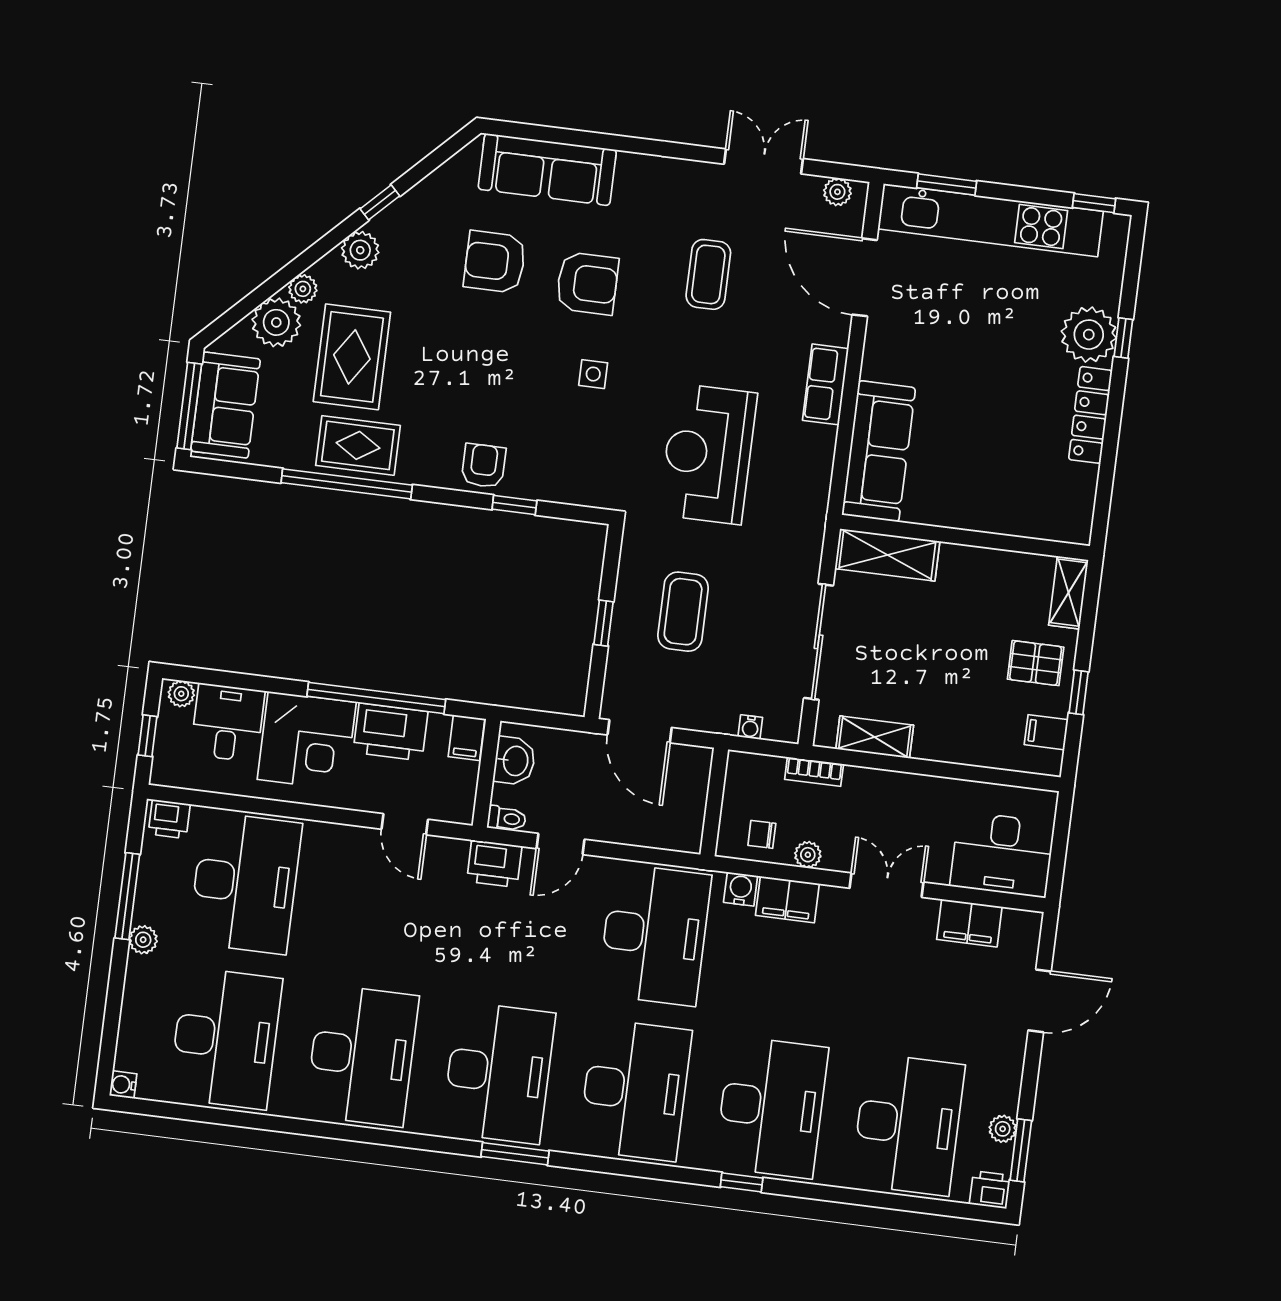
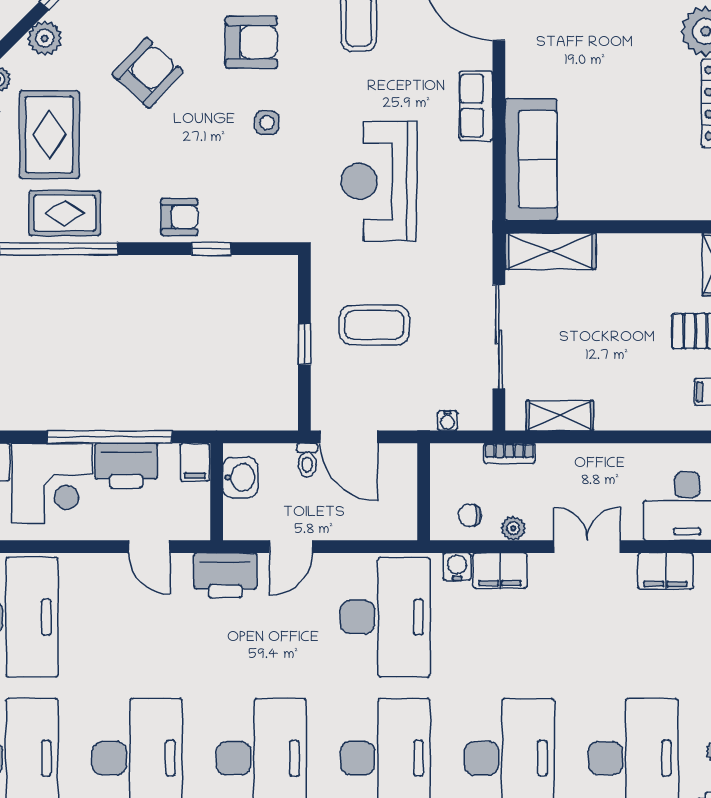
armchair: (495, 262) -> (148, 73), moved, turned 133
armchair: (484, 466) -> (179, 217), turned 90
coffee table: (683, 612) -> (374, 325), turned 90
toilet: (507, 819) -> (307, 460), moved, turned 90
printer: (494, 864) -> (225, 575), width x1.37, depth x1.19

